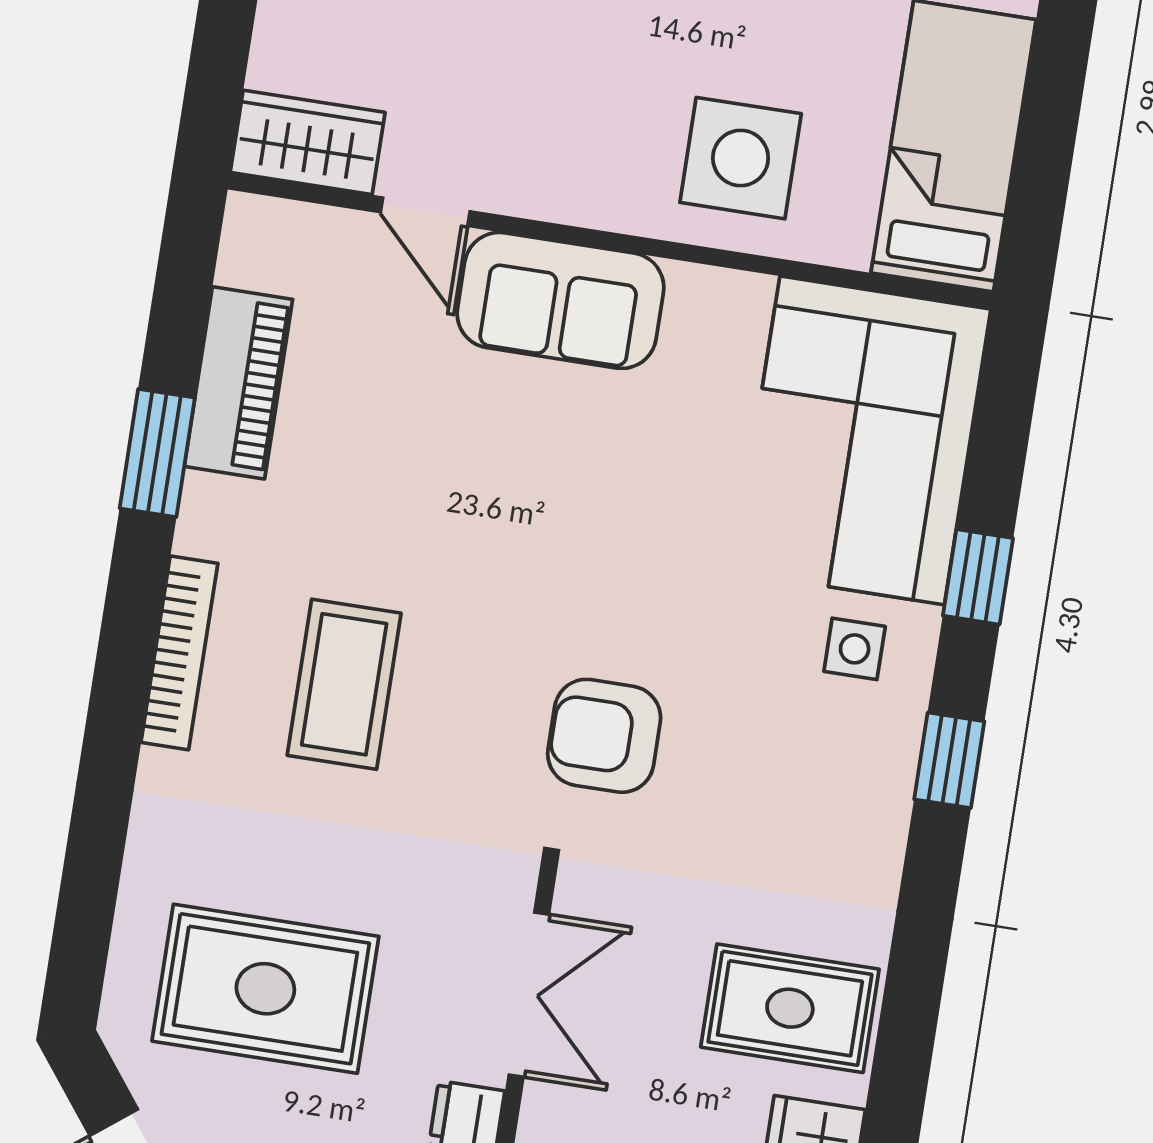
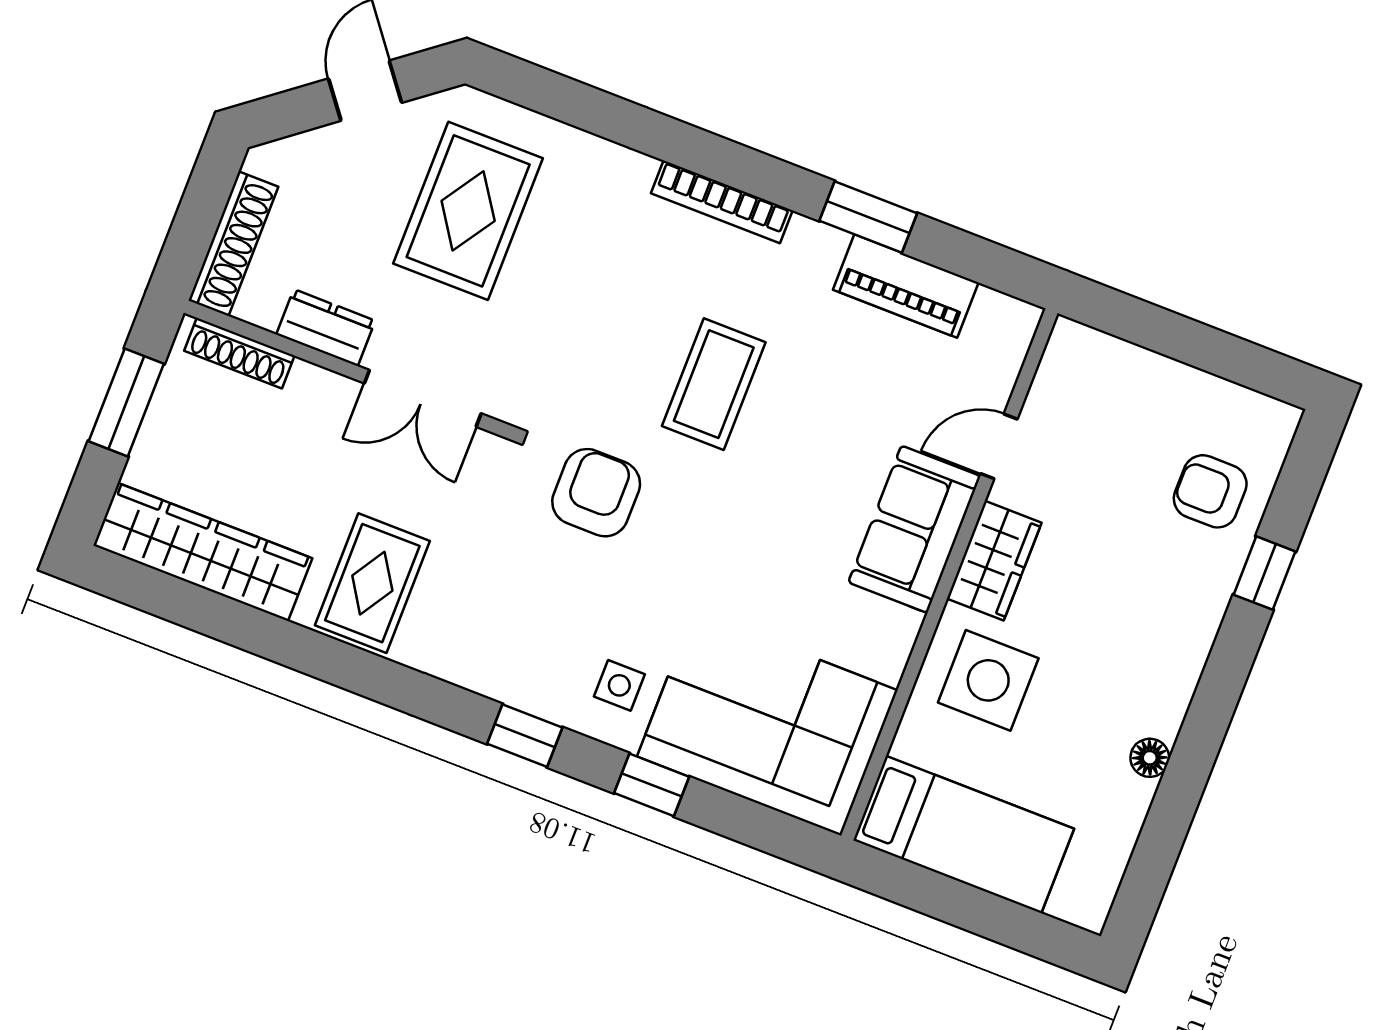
wardrobe: (308, 142) -> (994, 561), moved
coffee table: (344, 684) -> (714, 384), moved, turned 90

